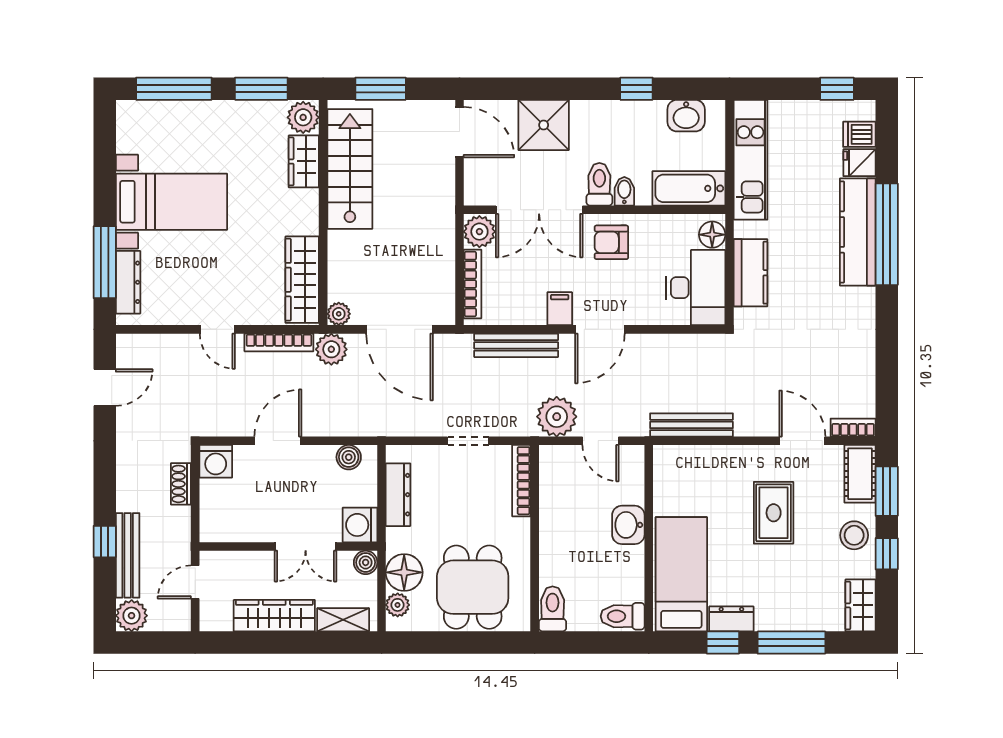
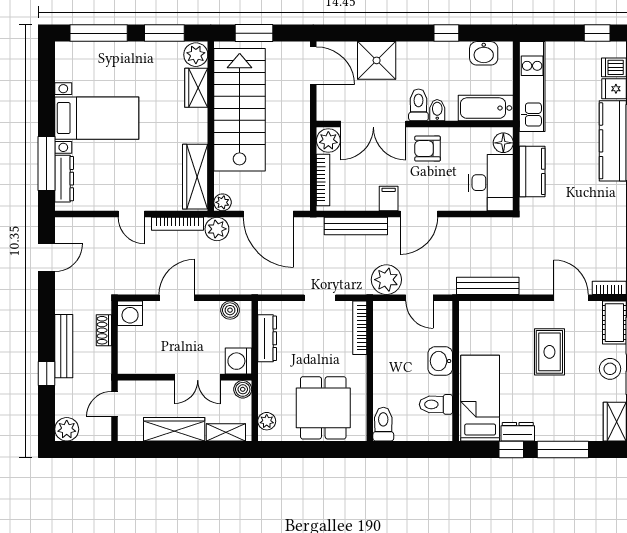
stairs: (350, 169) -> (240, 110), width x1.36, depth x1.51
bench: (128, 555) -> (64, 346), moved
floor lamp: (404, 572) -> (272, 397), removed
toilet: (623, 616) -> (436, 404), moved

